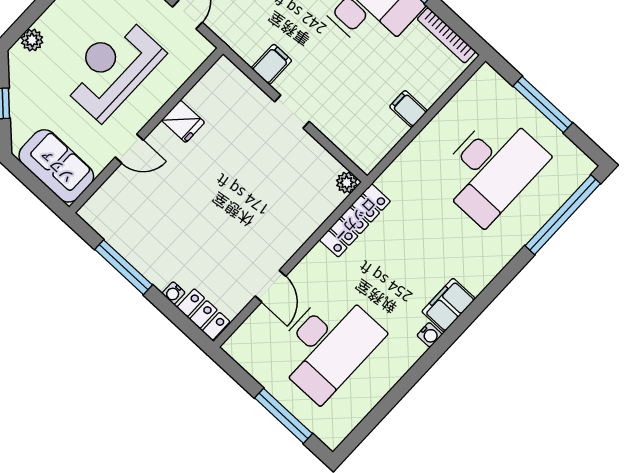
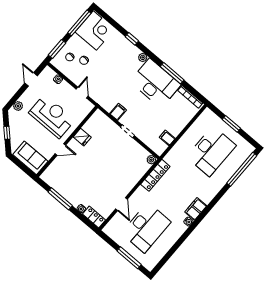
reception desk: (112, 68) -> (52, 116), turned 90
window: (543, 104) -> (231, 124), width x0.69
filing cabinet: (408, 109) -> (167, 138), moved

